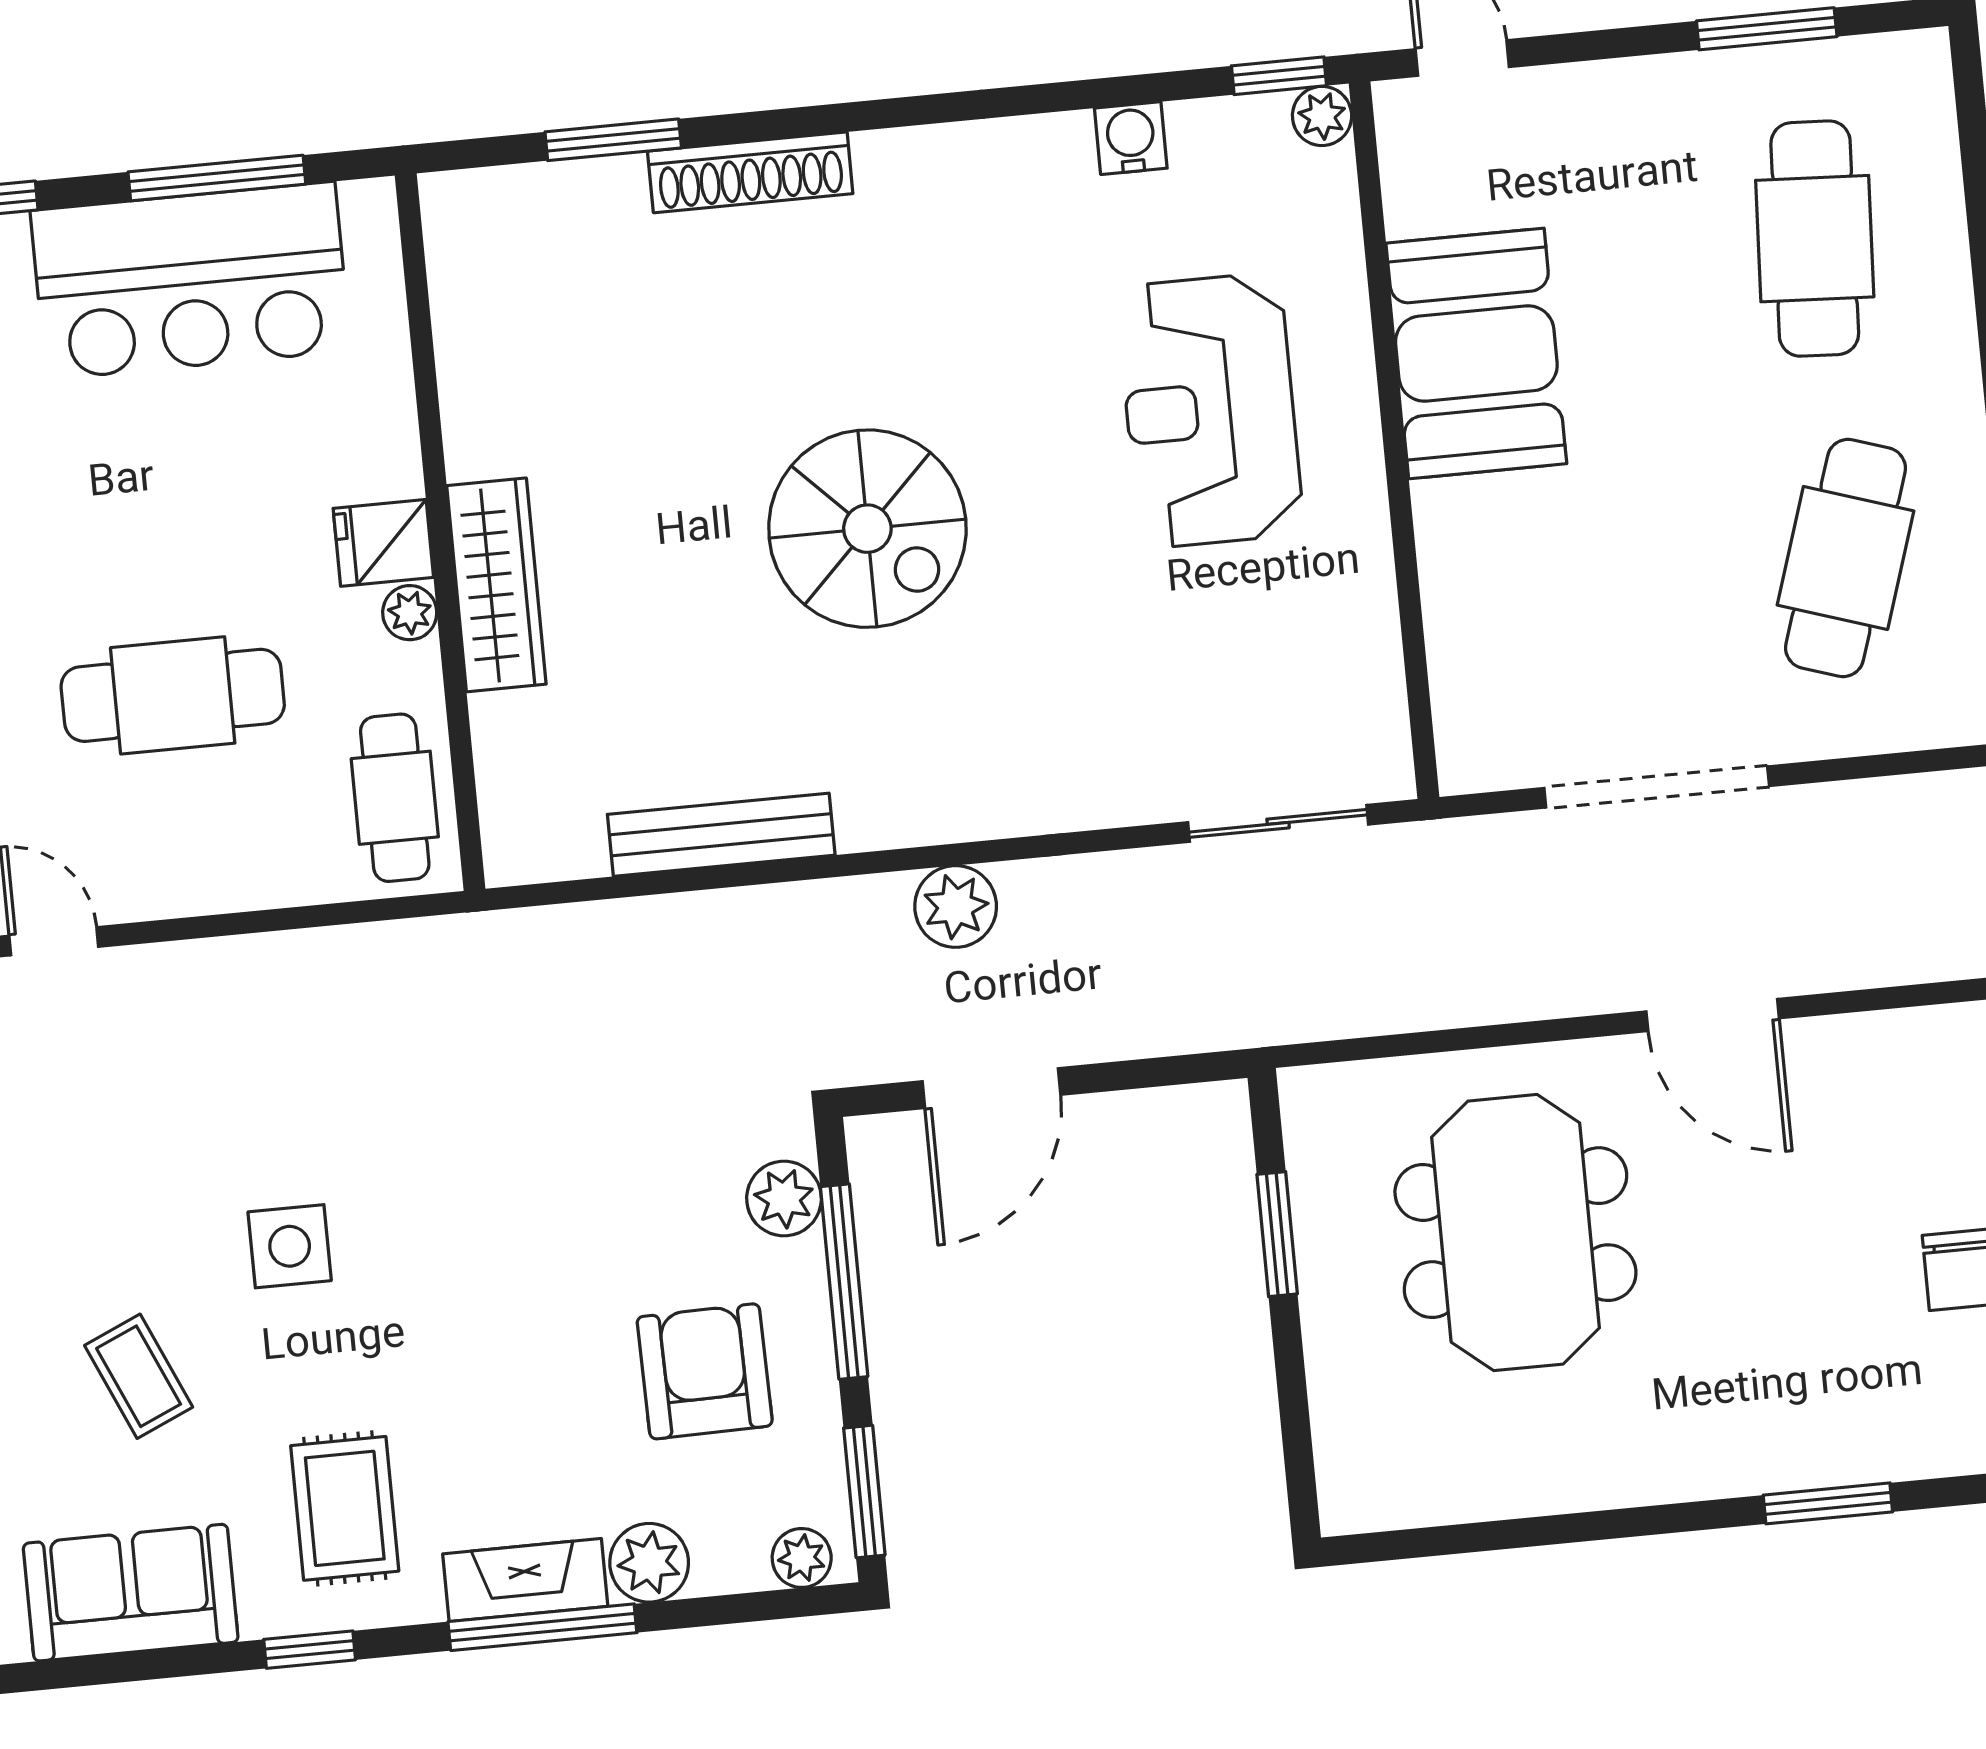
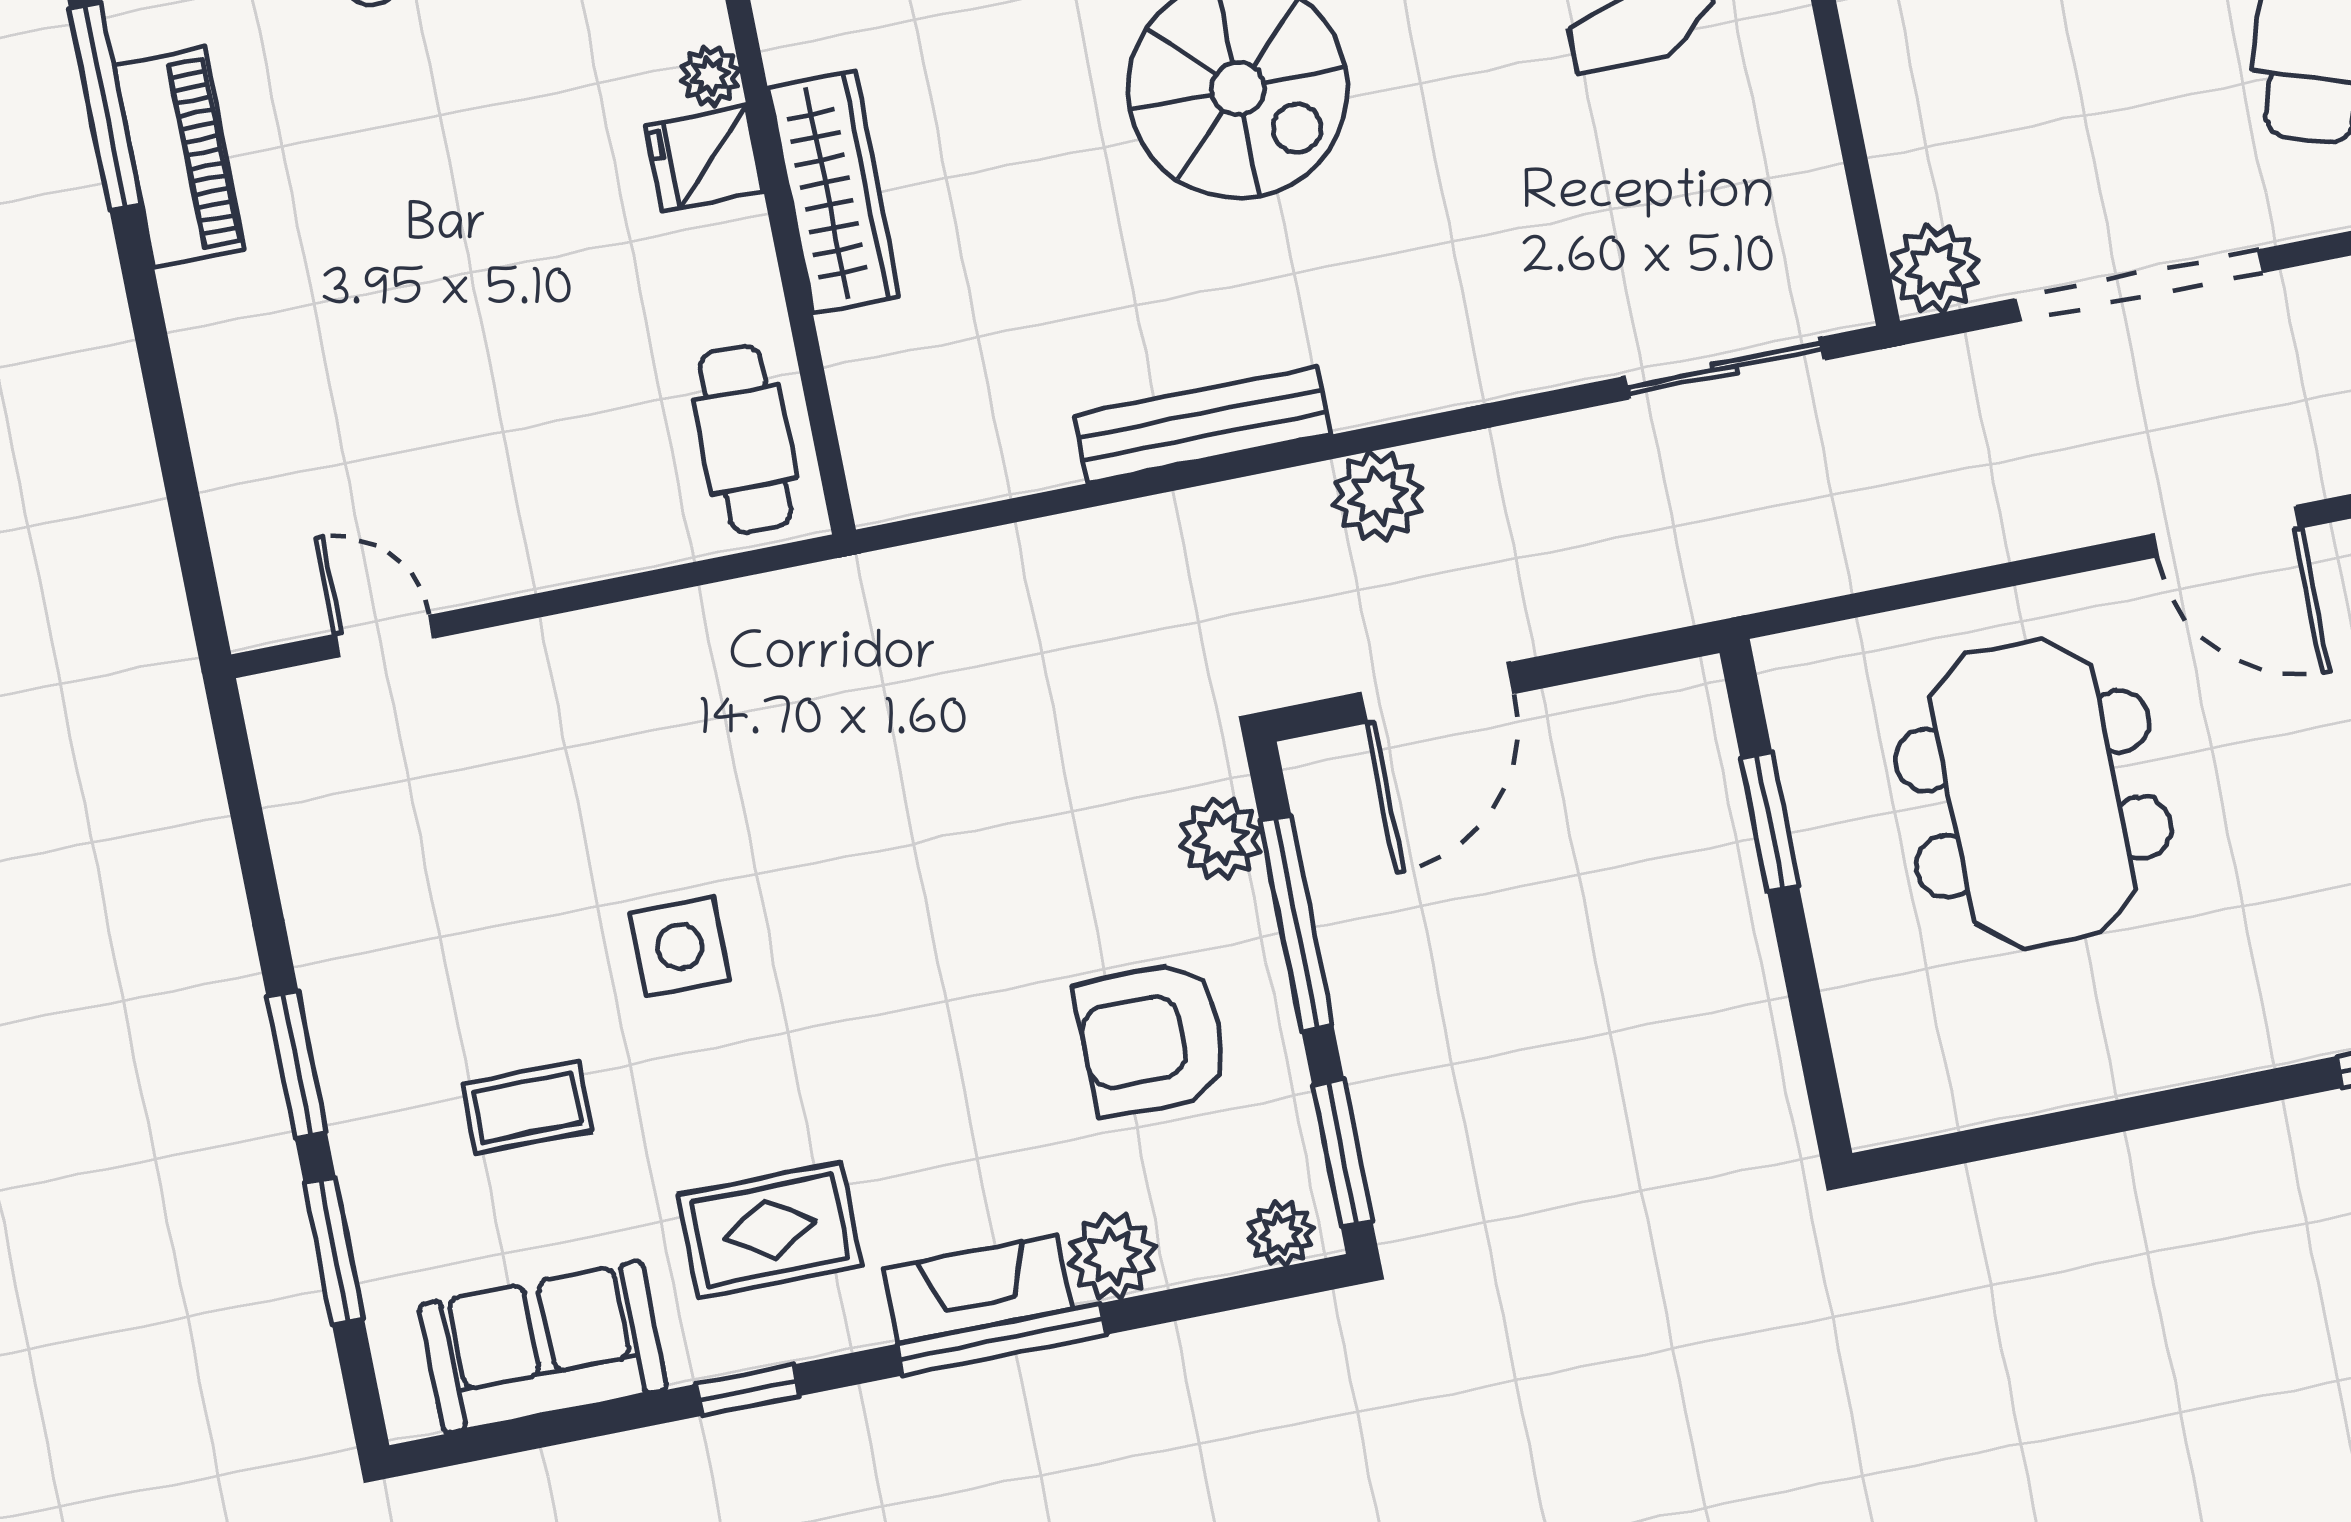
plant: (410, 613) -> (710, 76), moved
cafe table: (173, 695) -> (489, 351), removed
plant: (1476, 753) -> (1935, 268), added
bench: (721, 835) -> (1202, 425), moved
armchair: (705, 1371) -> (1152, 1038), turned -89
coffee table: (139, 1376) -> (527, 1107), turned -66
rug: (345, 1508) -> (770, 1230), turned 90

